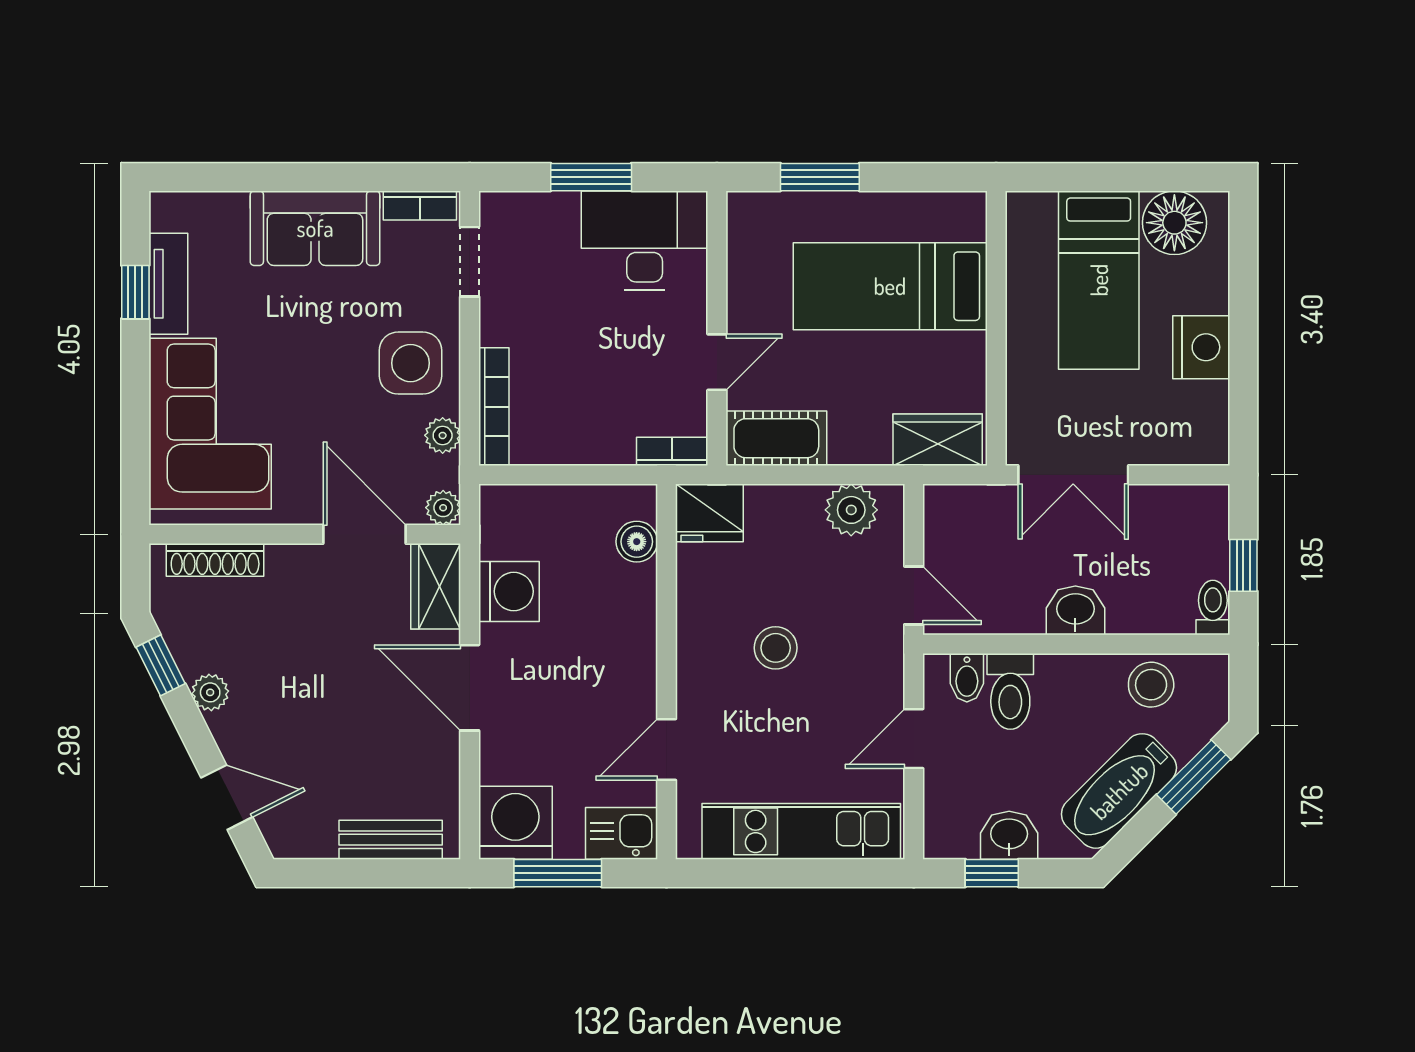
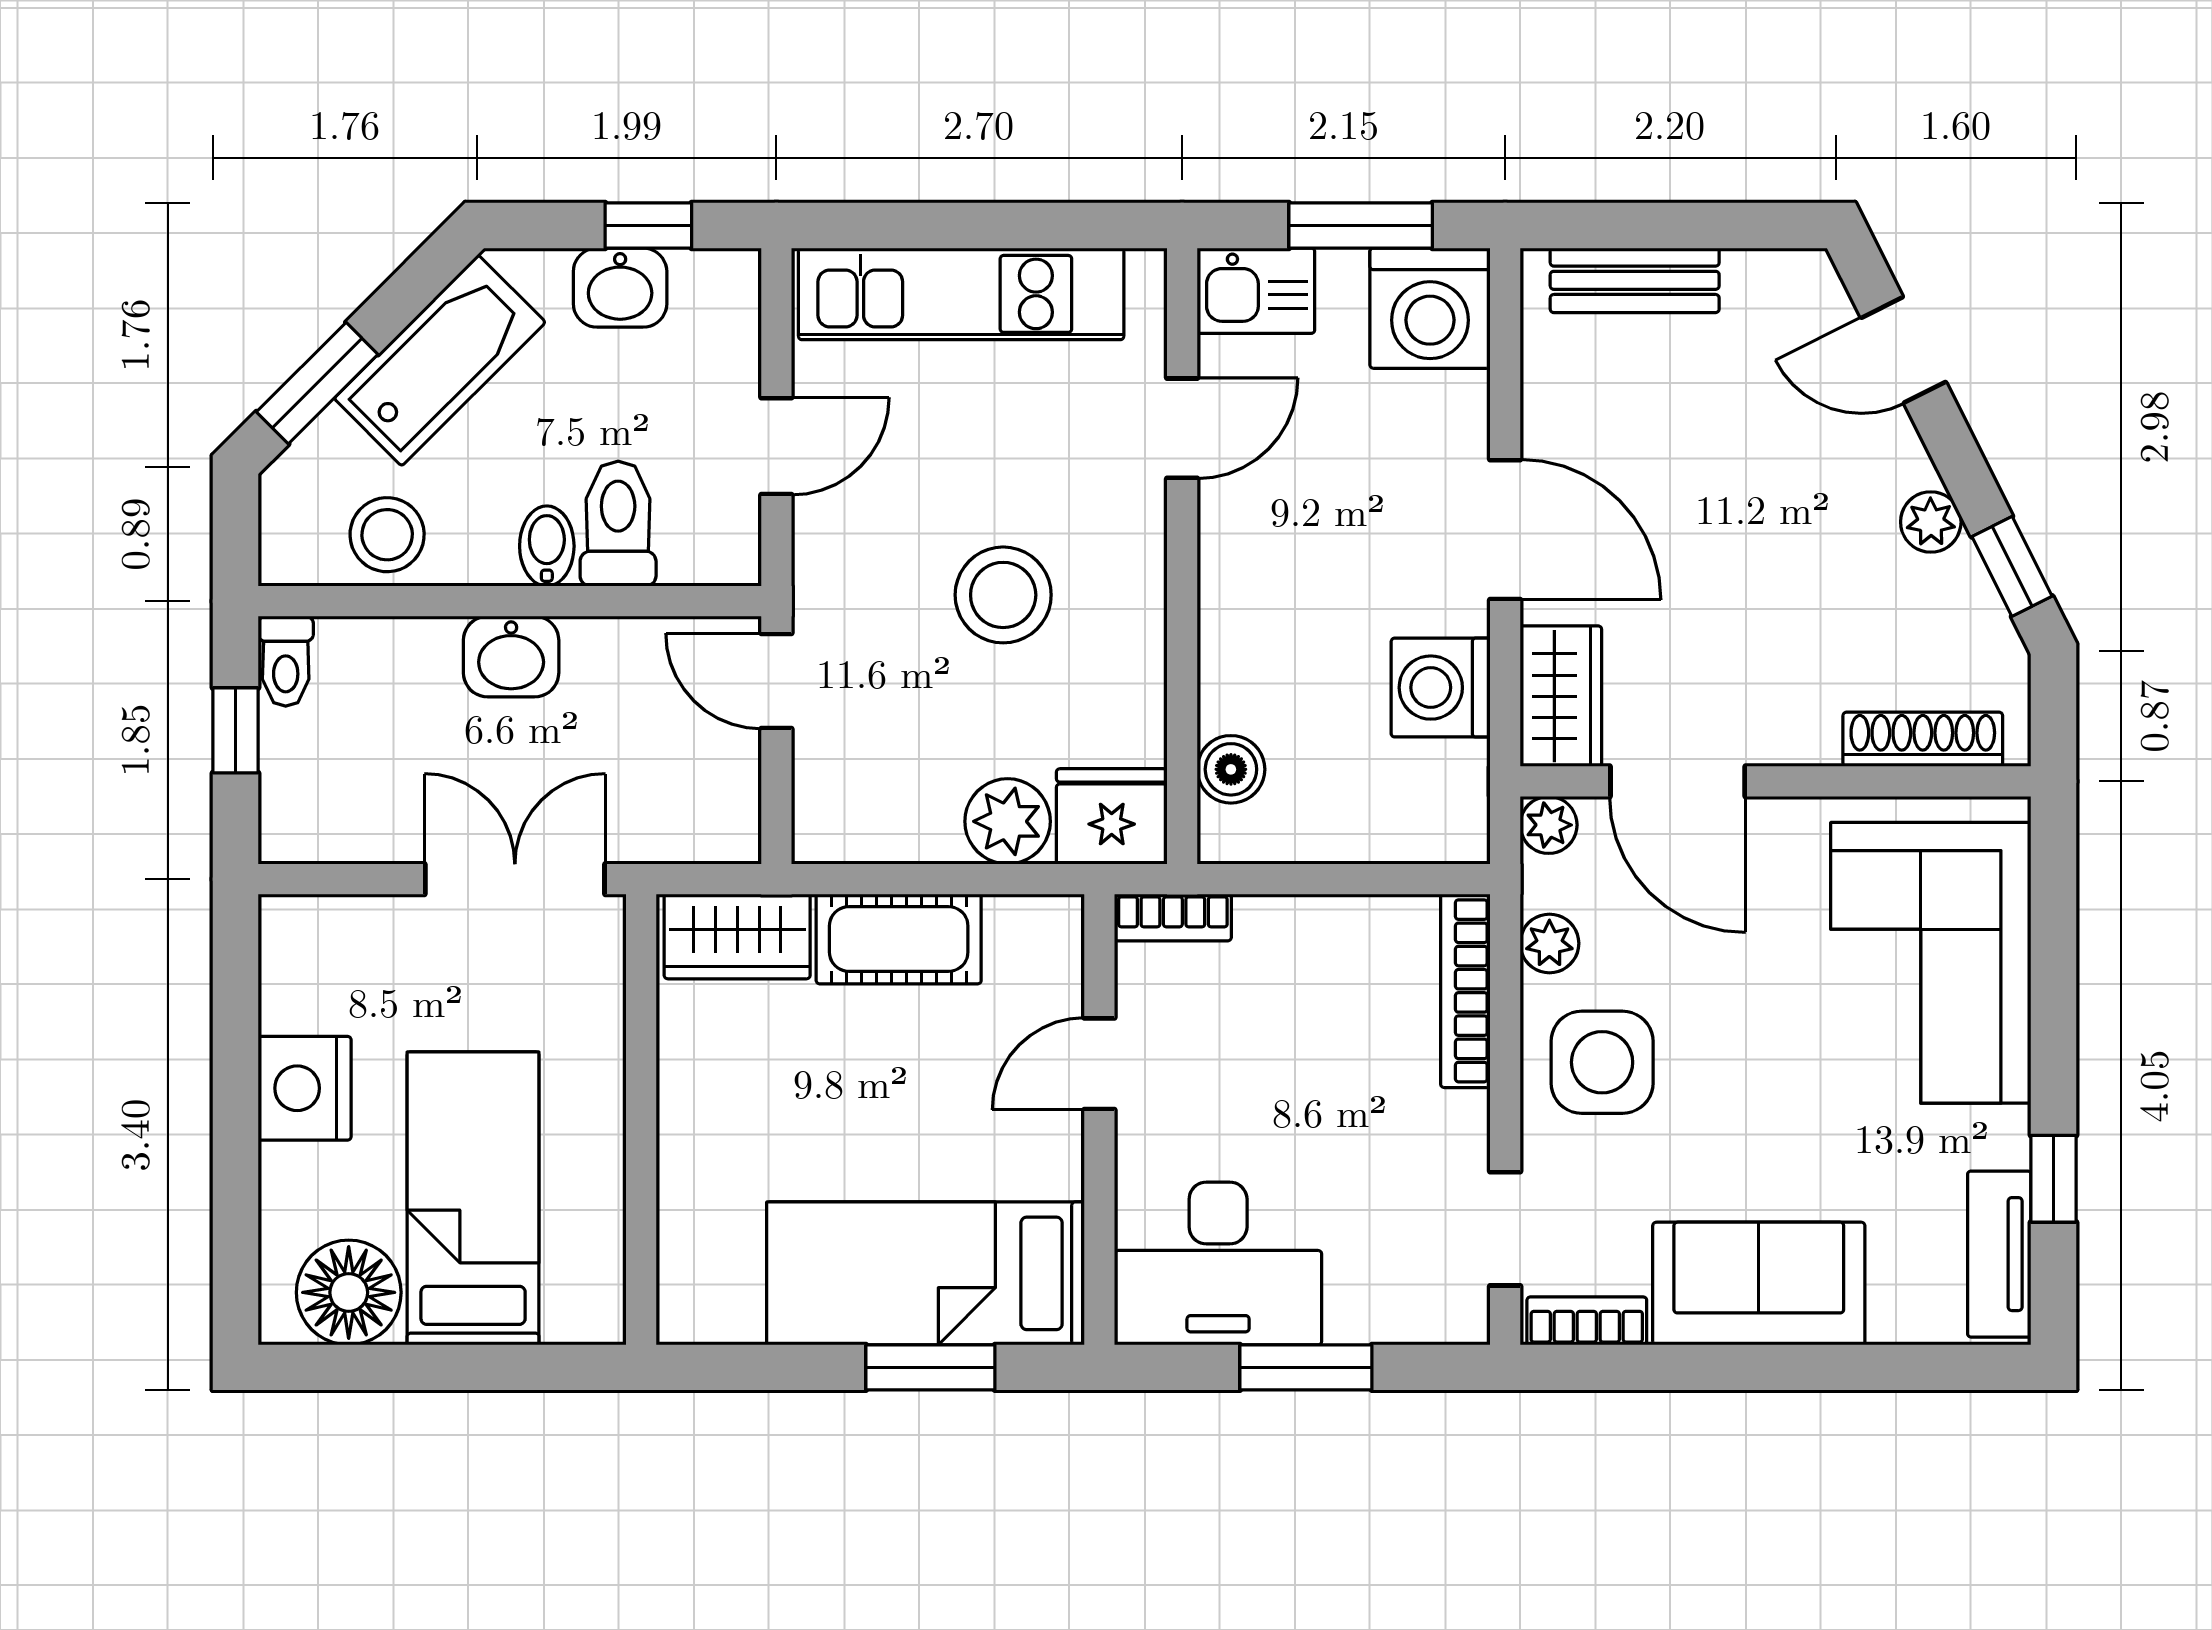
tv unit: (168, 284) -> (1999, 1254), moved
bed: (890, 286) -> (926, 1273), moved, turned 180
cot: (776, 438) -> (899, 939), moved
plant: (851, 510) -> (1008, 821), moved
stool: (776, 648) -> (1003, 595), width x1.38, depth x1.38
bidet: (967, 678) -> (547, 546), moved

